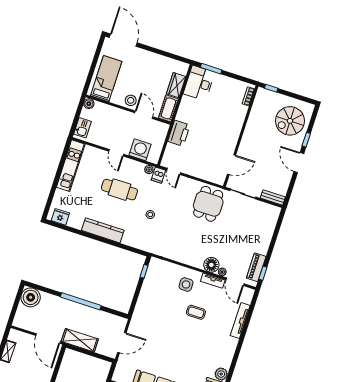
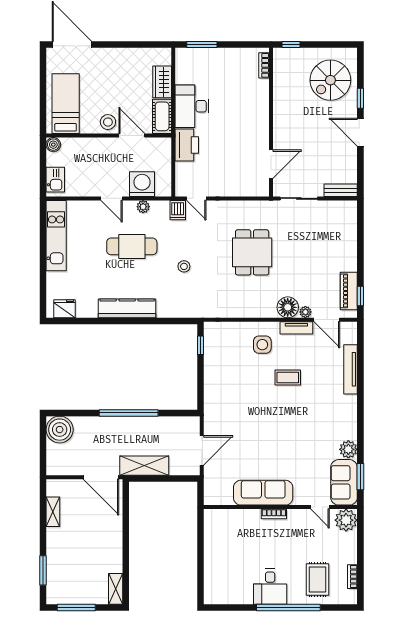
desk: (199, 83) -> (192, 106), moved
plant: (149, 170) -> (143, 207), moved
dining table: (208, 204) -> (252, 252), moved

